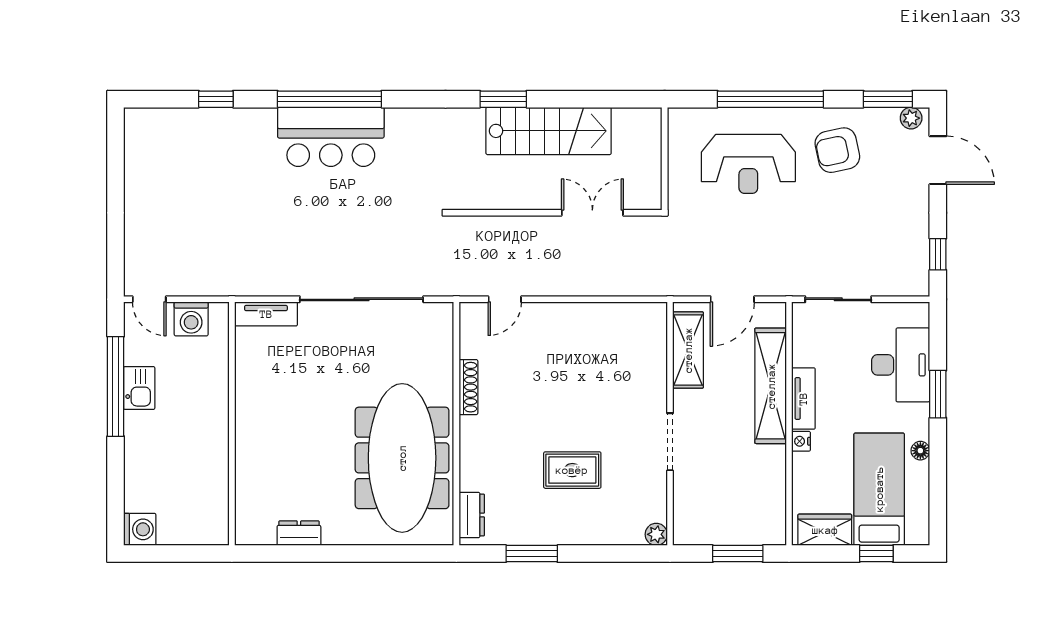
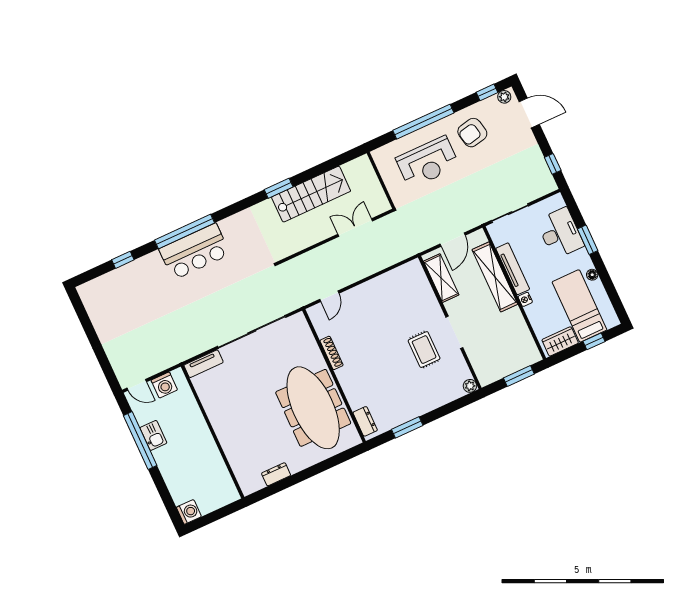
window: (888, 99) -> (487, 92), width x0.67
tv unit: (803, 399) -> (513, 269), width x1.41
rug: (572, 470) -> (424, 350), moved, turned 90

